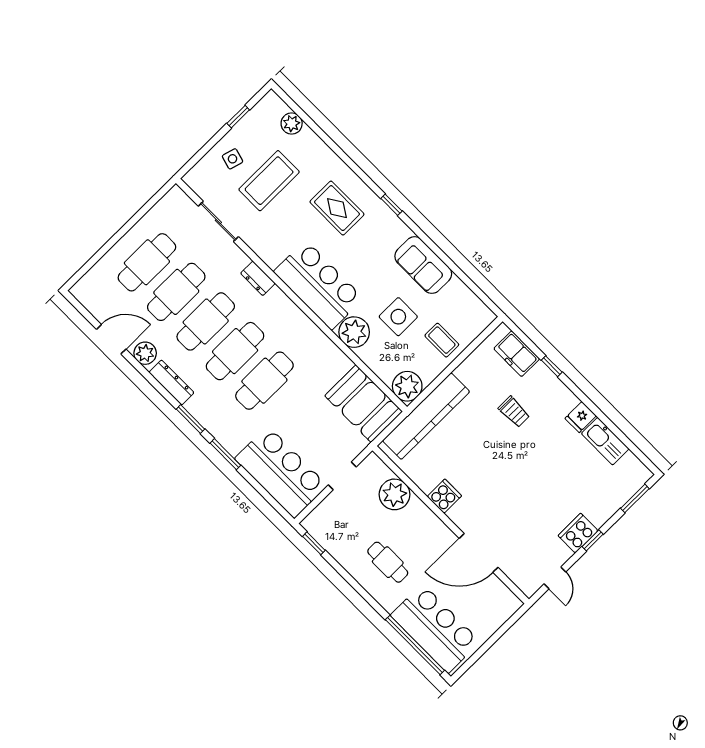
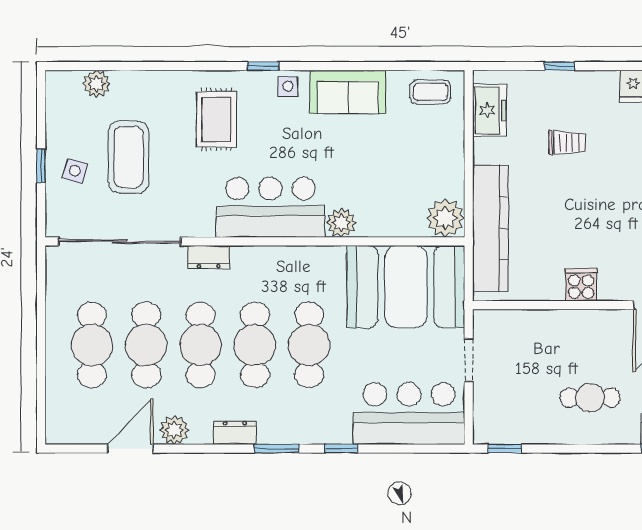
window: (238, 117) -> (41, 166), moved
rug: (337, 208) -> (216, 119), turned 90
sliding door: (218, 221) -> (120, 241), width x1.86
side table: (398, 317) -> (288, 86), moved, width x0.54, depth x0.54
plant: (354, 332) -> (341, 223), width x0.73, depth x0.73
coffee table: (442, 340) -> (430, 92), moved
freezer: (517, 354) -> (490, 110), moved, turned -90
dresser: (171, 383) -> (235, 433), width x0.70
booth: (364, 404) -> (406, 287), width x1.36, depth x1.42
window: (225, 454) -> (341, 449), width x0.67
plant: (395, 494) -> (534, 329), removed

